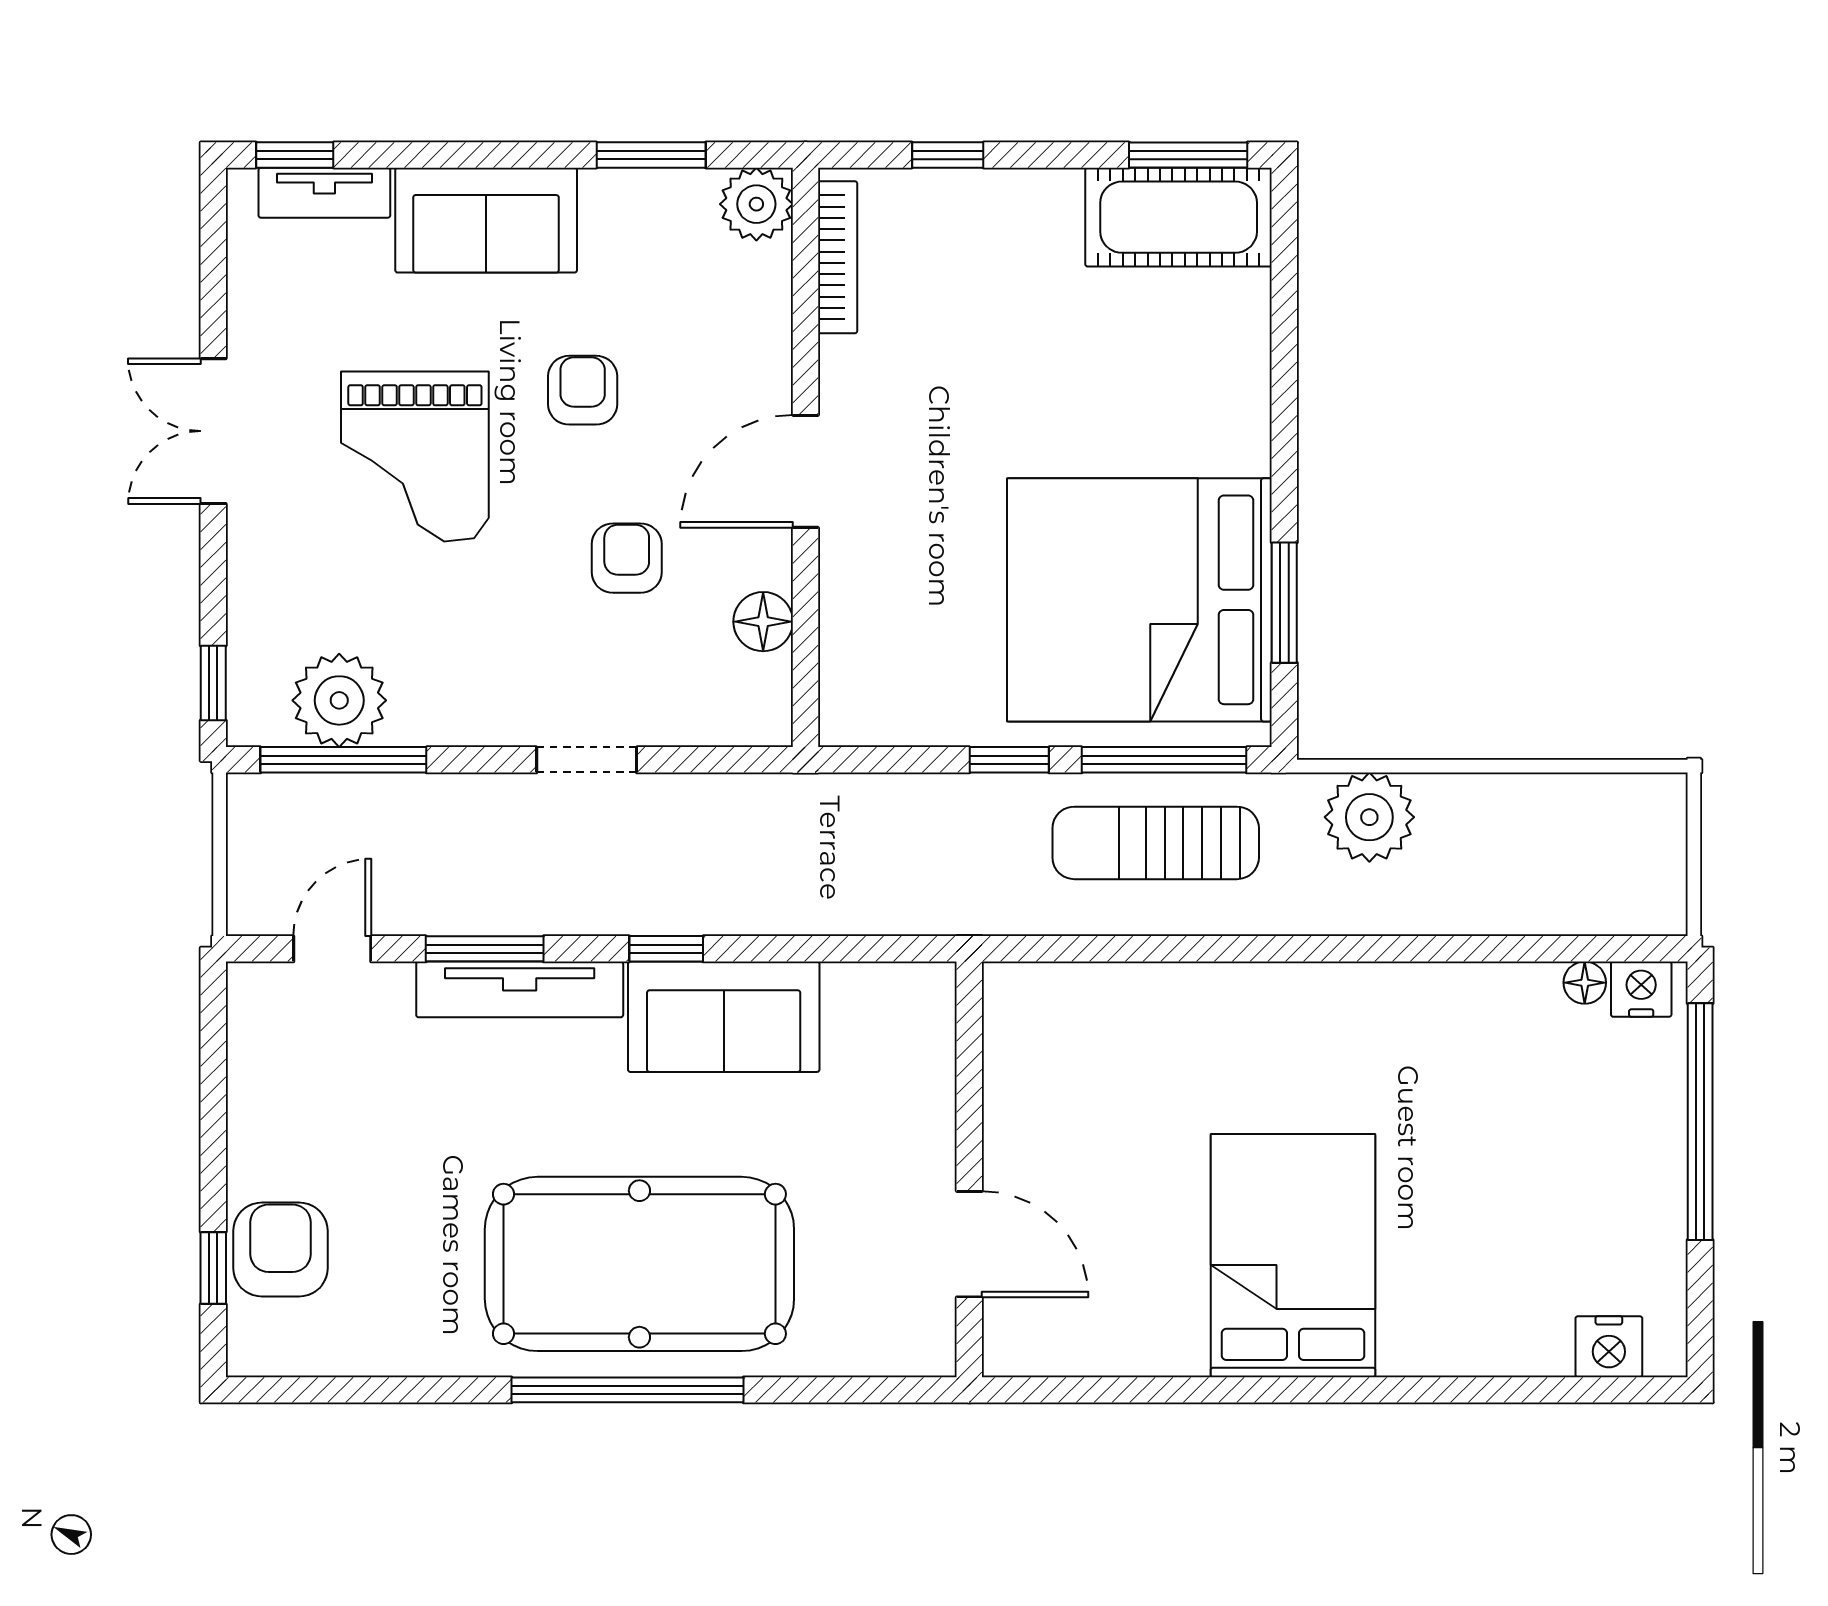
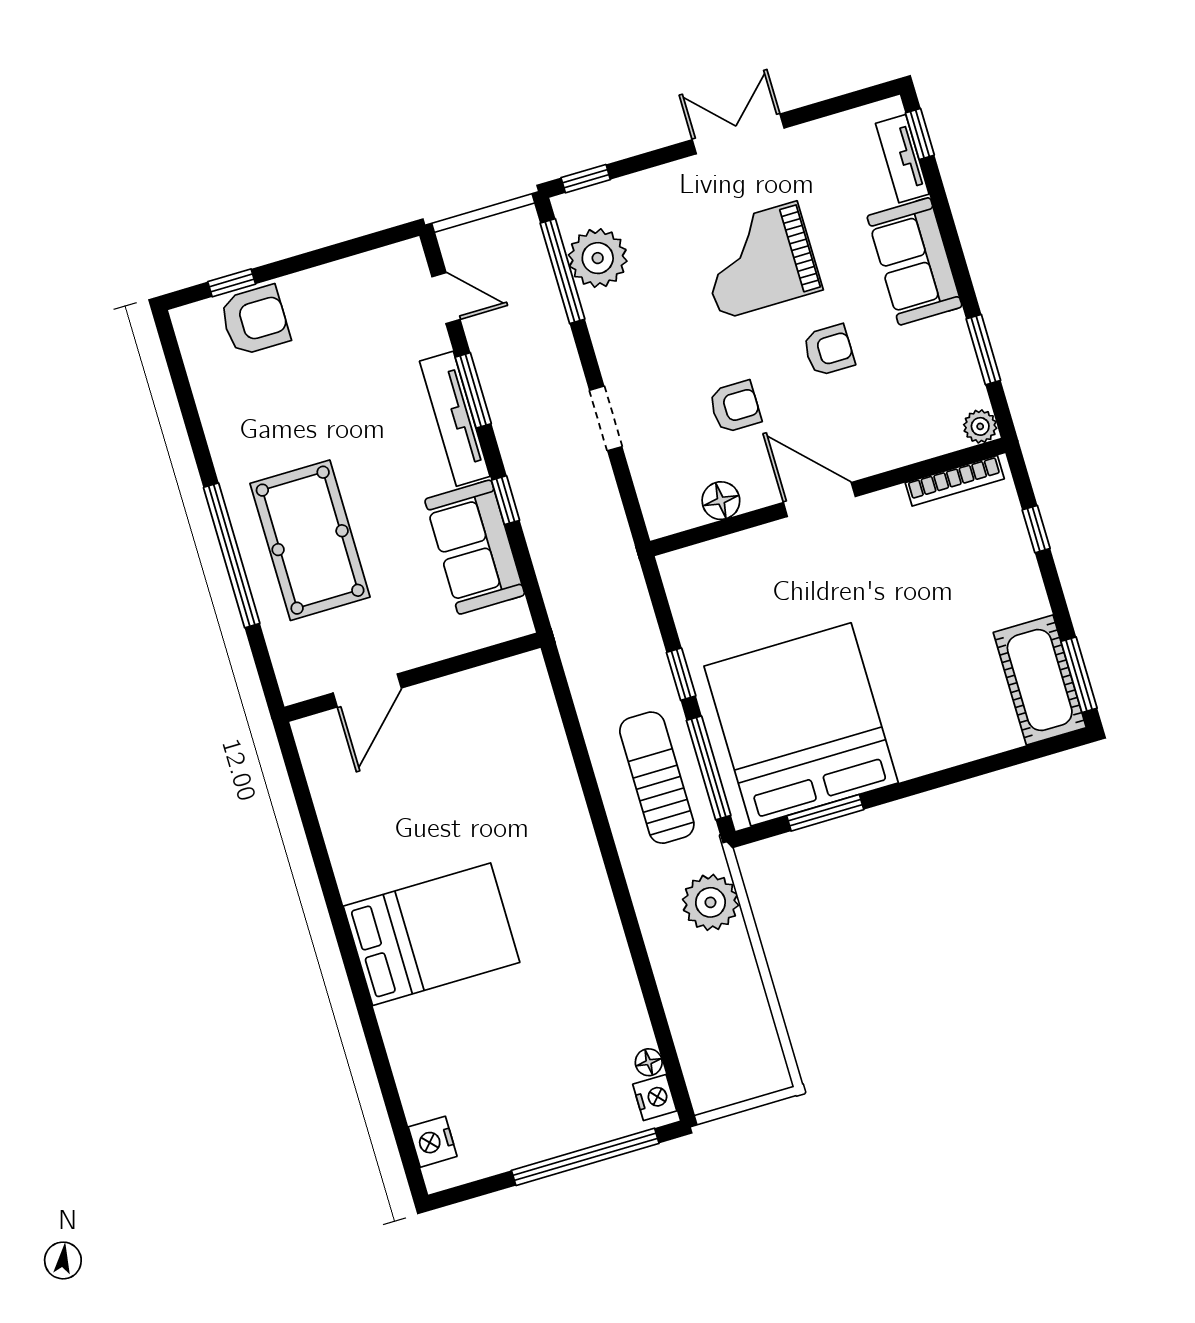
plant: (756, 204) -> (980, 426), width x0.73, depth x0.73
wall: (969, 1169) -> (413, 677), moved
door: (969, 1244) -> (367, 691), moved
pool table: (639, 1264) -> (310, 540), width x0.73, depth x0.76

